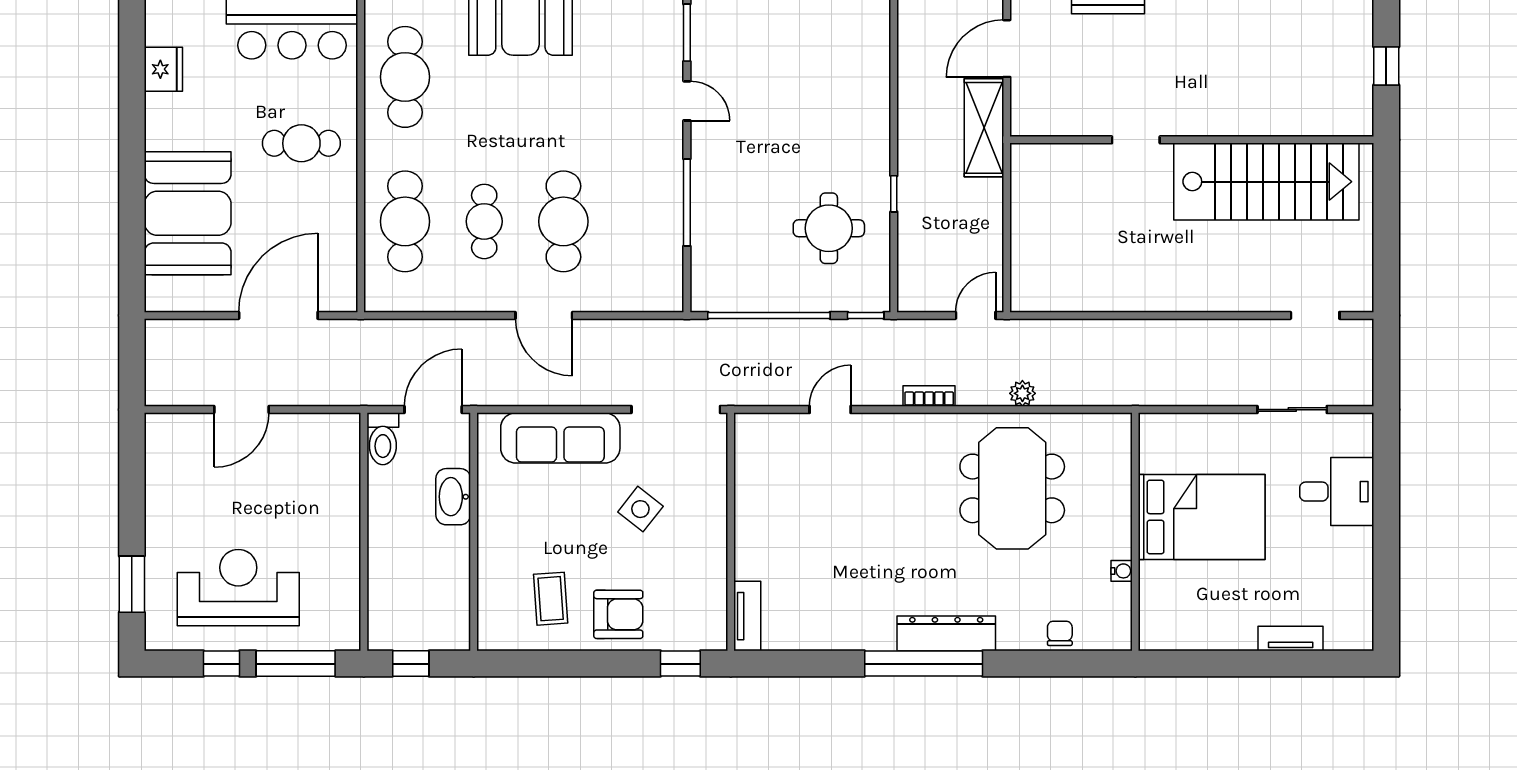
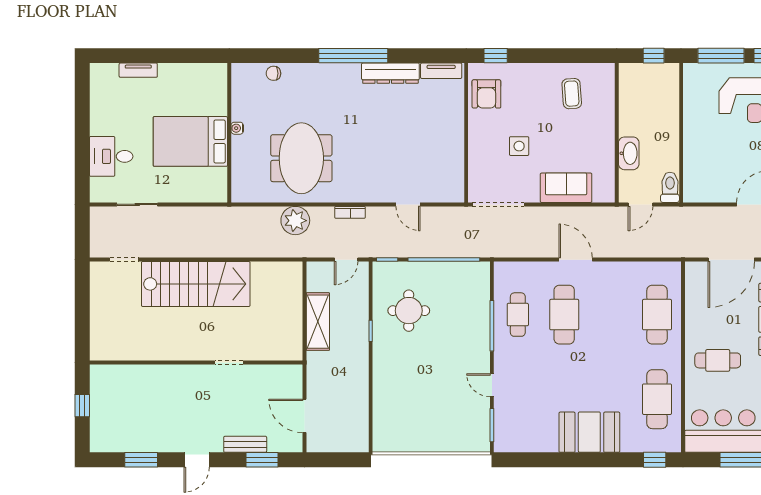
door: (1007, 49) -> (304, 416), swing flipped
shelving: (984, 128) -> (318, 322), moved
stairs: (1266, 182) -> (196, 284), moved, turned 180
cafe table: (484, 221) -> (518, 315), moved
door: (976, 315) -> (346, 260), moved
plant: (1022, 393) -> (295, 221), width x1.88, depth x1.88
door: (433, 410) -> (641, 204), width x0.73
door: (830, 410) -> (408, 204), hinge flipped
sofa: (560, 438) -> (566, 188), width x0.73
side table: (640, 509) -> (519, 146), turned -38
water cooler: (1122, 571) -> (237, 128), moved
armchair: (618, 614) -> (486, 94), moved, turned -90
tv unit: (747, 616) -> (441, 71), moved, turned -90
dresser: (946, 633) -> (390, 73), moved
chair: (1060, 633) -> (273, 73), turned 90

